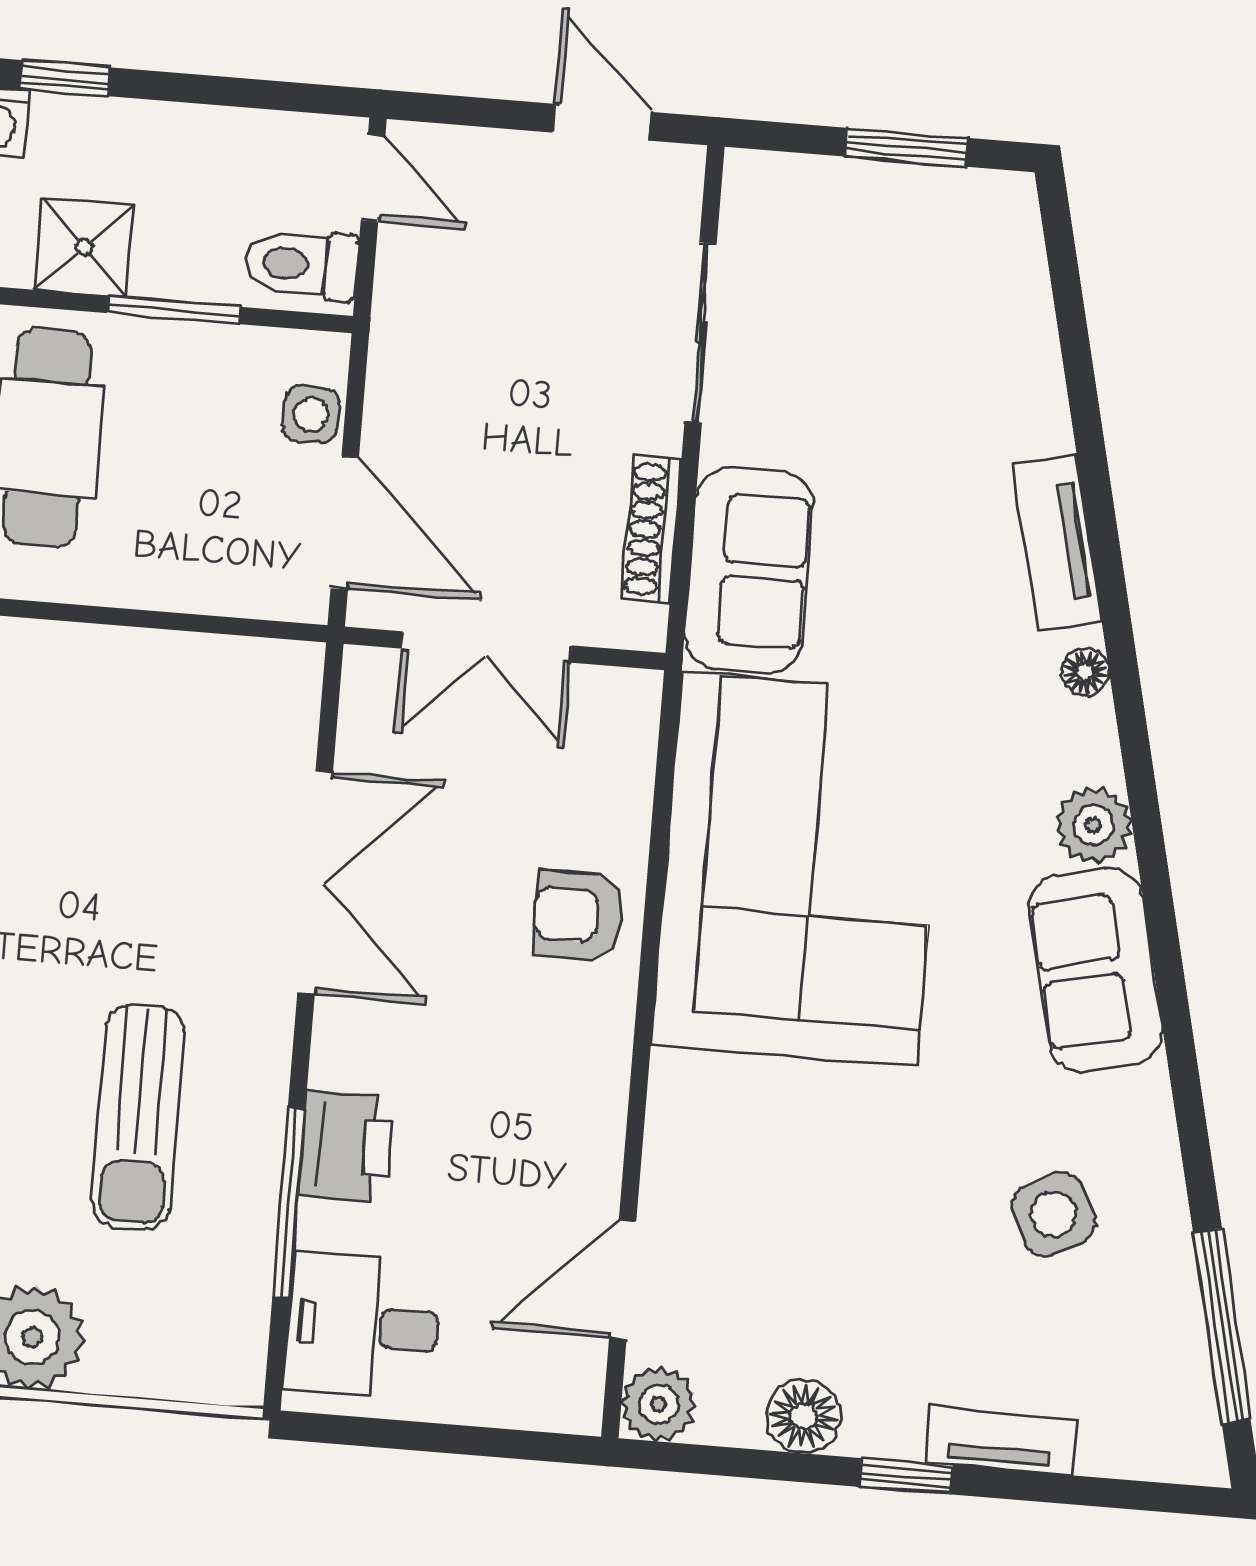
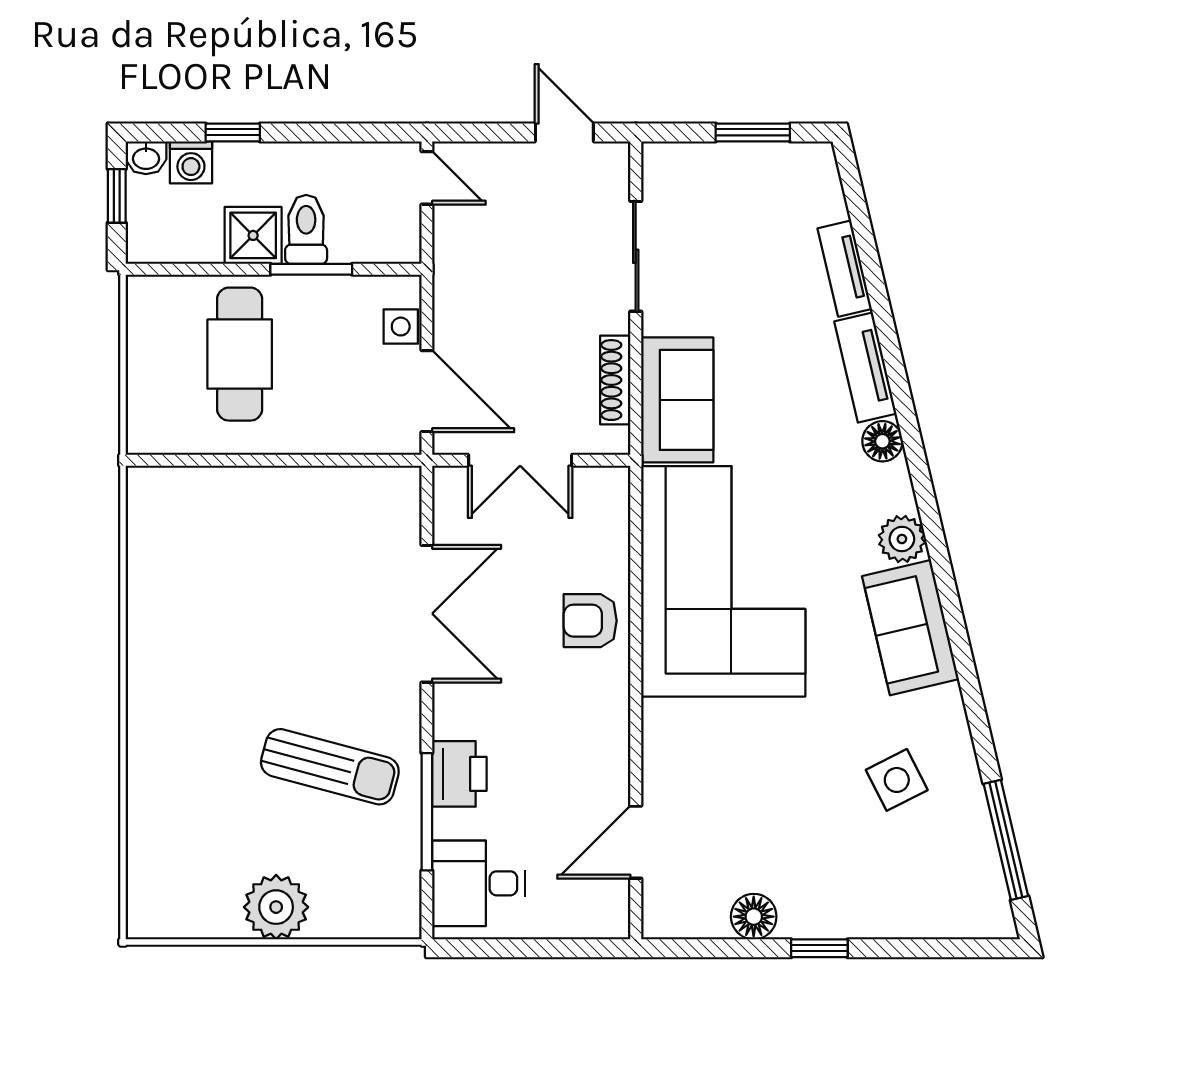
toilet: (301, 264) -> (306, 229), moved, turned 90
floor lamp: (1085, 672) -> (882, 441), width x1.37, depth x1.37
sun lounger: (138, 1117) -> (330, 767), turned -75
plant: (659, 1404) -> (664, 916), removed
tv unit: (1001, 1441) -> (845, 269), moved, turned -103

